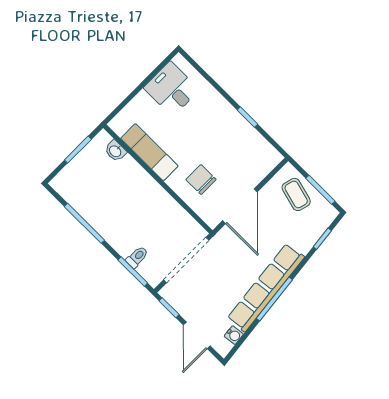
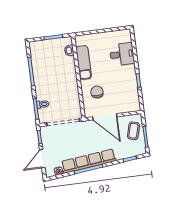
desk: (171, 89) -> (122, 54), moved, turned 90
door: (240, 206) -> (105, 117), hinge flipped

